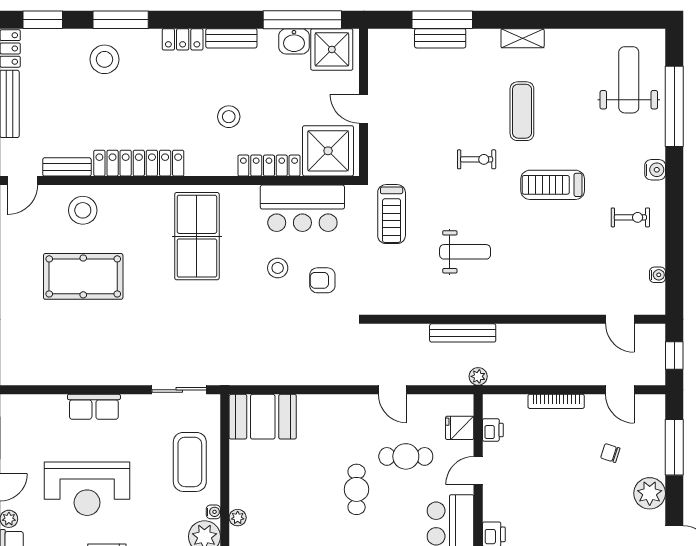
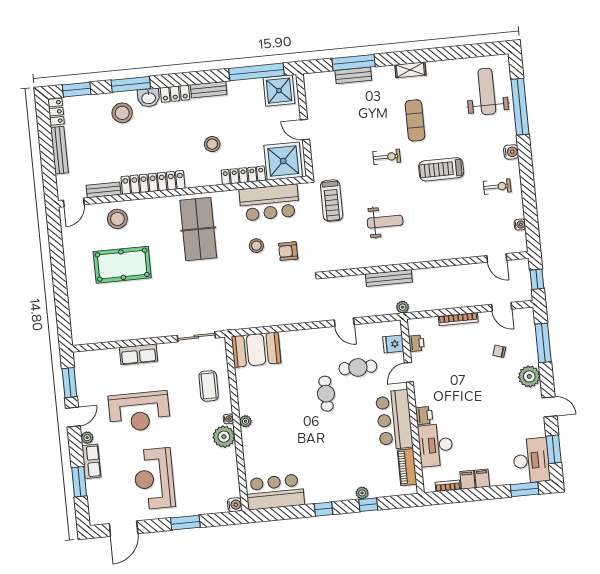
washbasin: (294, 41) -> (149, 98), moved
coffee table: (190, 462) -> (209, 386), width x0.73, depth x0.76

